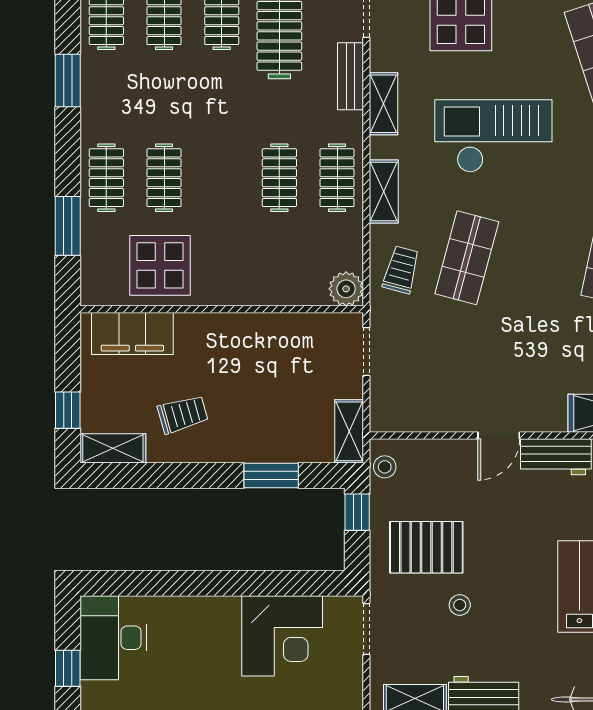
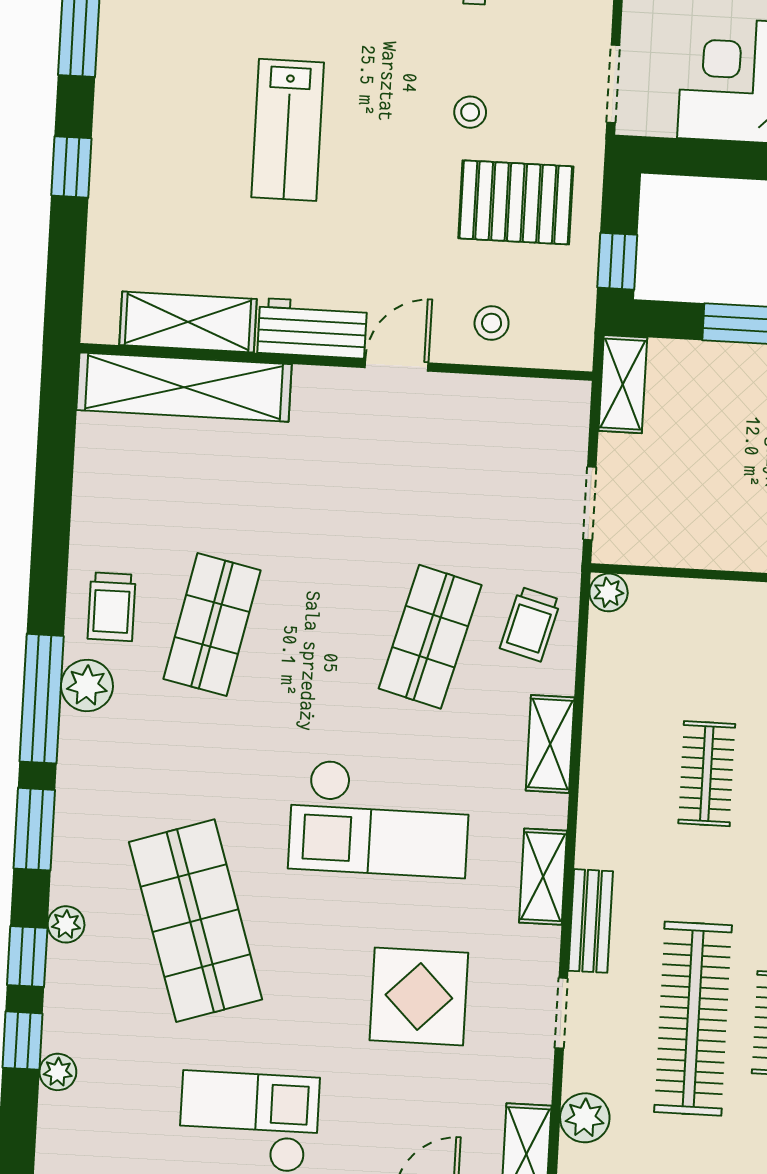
clothes rail: (337, 178) -> (620, 769), removed
plant: (346, 289) -> (609, 592), width x0.73, depth x0.73
stool: (385, 467) -> (492, 323), moved

